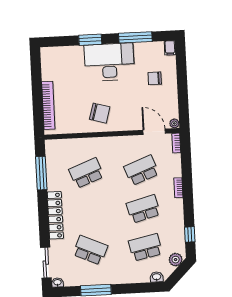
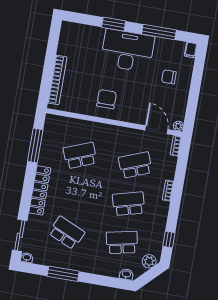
chair: (100, 113) -> (107, 99), turned -106

